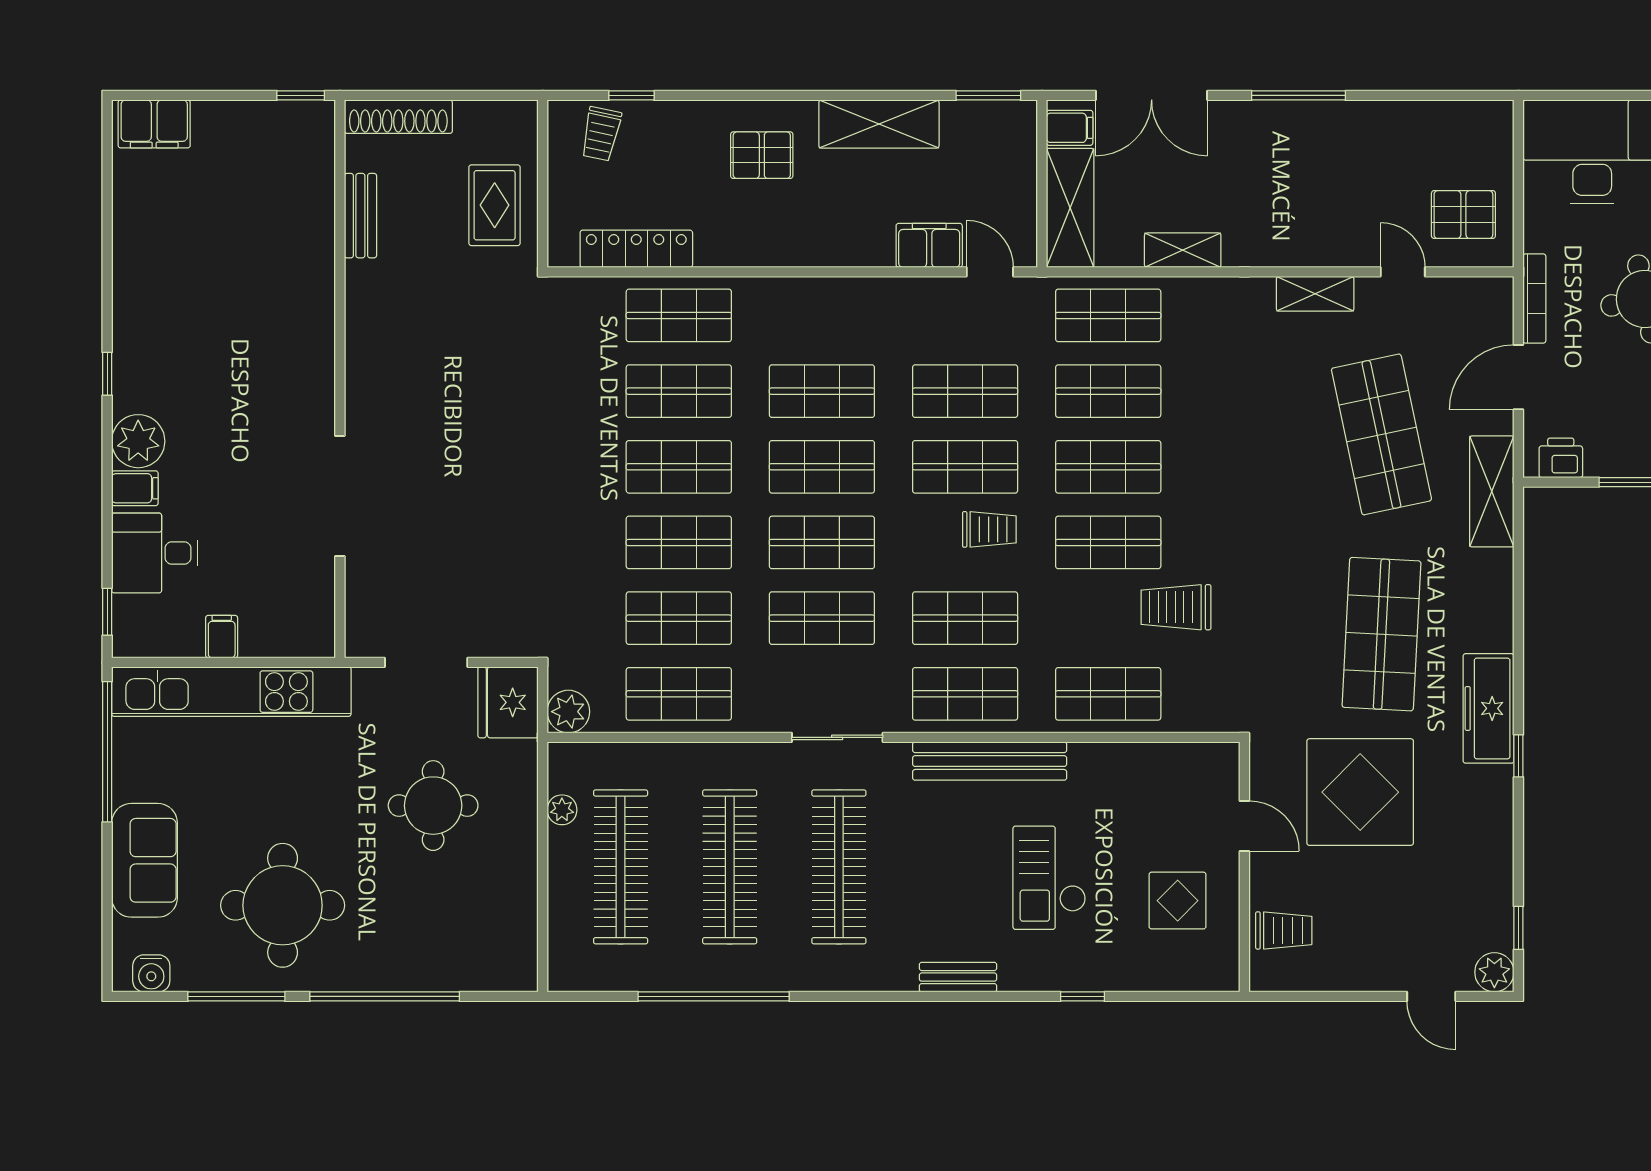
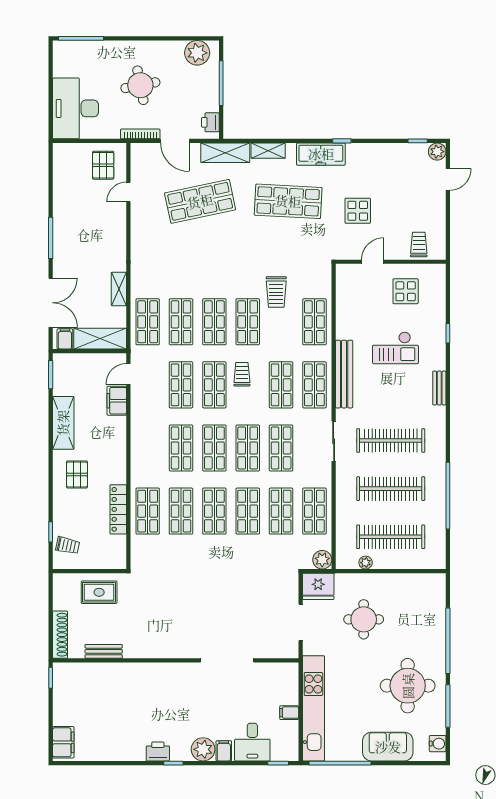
locker: (636, 249) -> (118, 509), moved
shelving: (1315, 294) -> (268, 151), moved, turned 90
printer: (133, 339) -> (158, 752), added
display table: (1360, 792) -> (358, 211), width x0.54, depth x0.54

